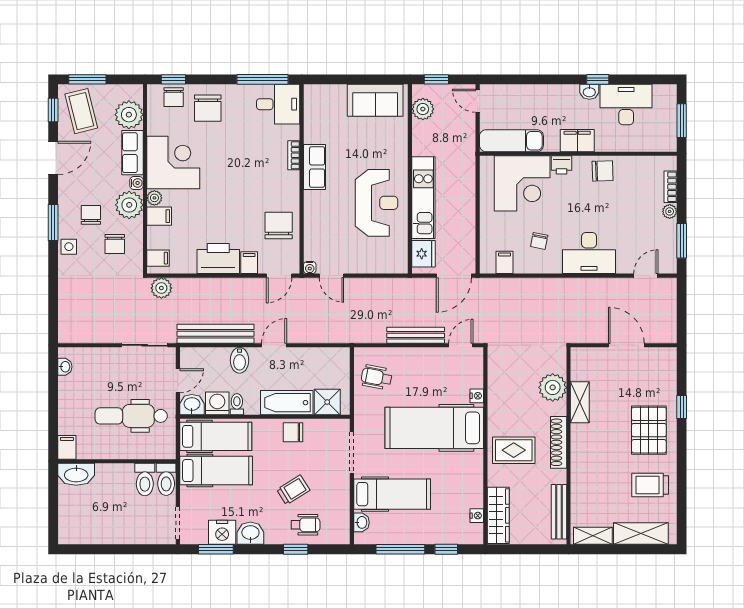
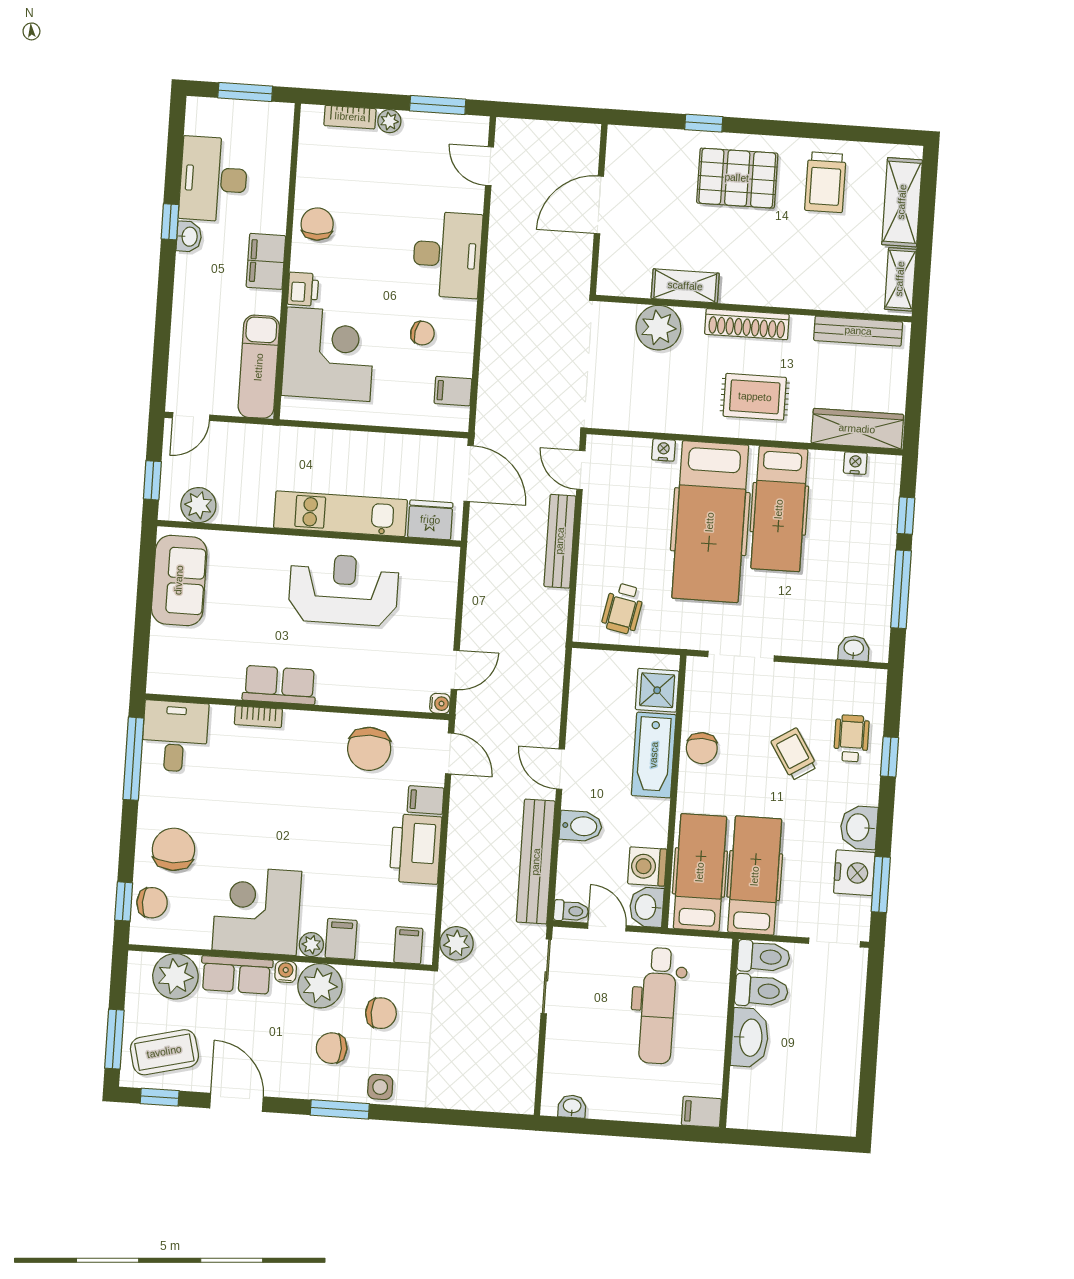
chair: (208, 108) -> (174, 849), turned -90
chair: (279, 226) -> (369, 749), turned -90
toilet: (237, 404) -> (571, 911), moved, turned 180
rug: (514, 450) -> (755, 397), turned 90
washbasin: (76, 474) -> (750, 1038), moved
hospital bed: (392, 494) -> (779, 509), moved, turned 180

